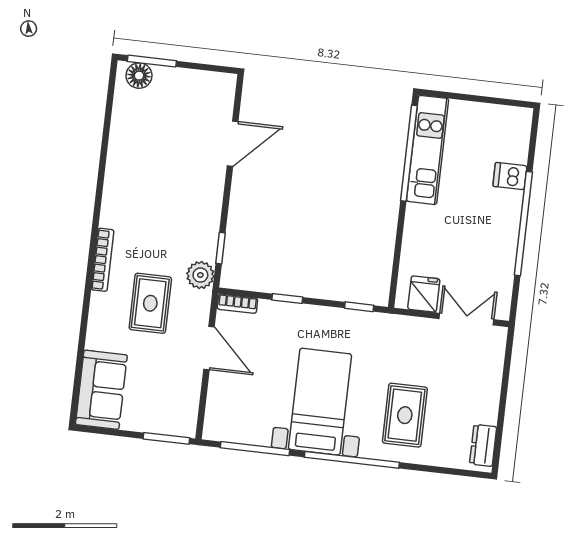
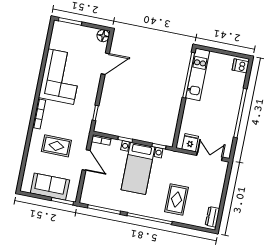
floor lamp: (139, 76) -> (103, 36), moved
dishwasher: (510, 176) -> (241, 66), moved
corner sofa: (142, 178) -> (61, 77), added
plant: (200, 275) -> (85, 125), removed
rug: (150, 303) -> (56, 146), moved, turned 90
sofa: (101, 390) -> (50, 187), moved, turned -90
bed with nightstands: (320, 402) -> (138, 168), moved, turned 180

